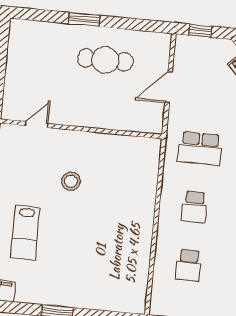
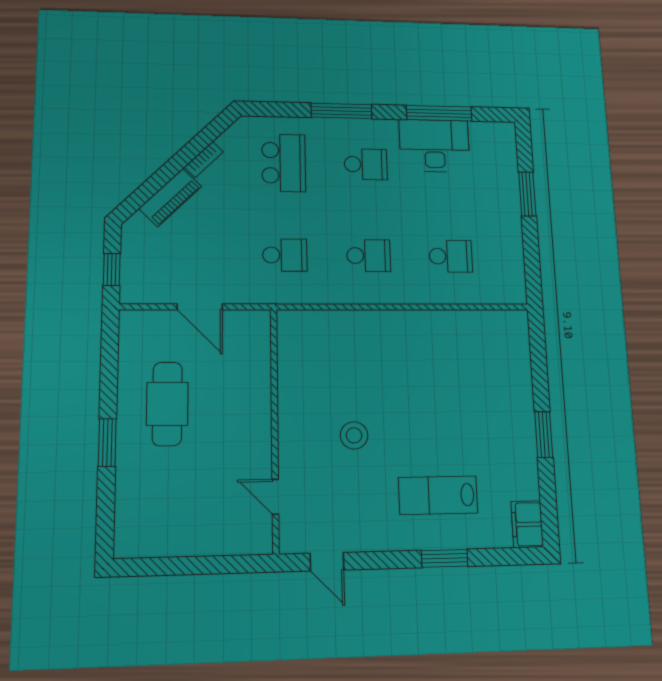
school desk: (200, 149) -> (285, 255), width x0.54
lab bench: (25, 233) -> (438, 495), turned 180

